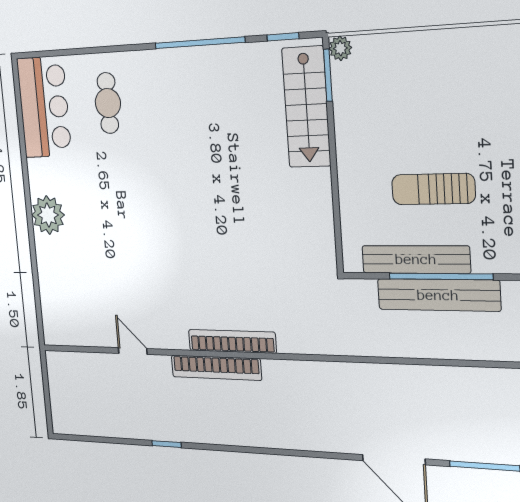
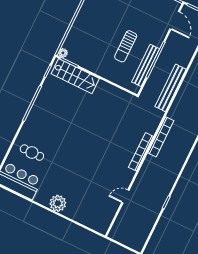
bench: (438, 295) -> (170, 88), moved
bookcase: (216, 368) -> (161, 137), moved

